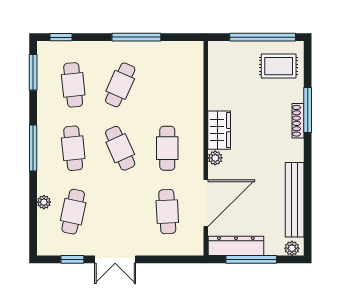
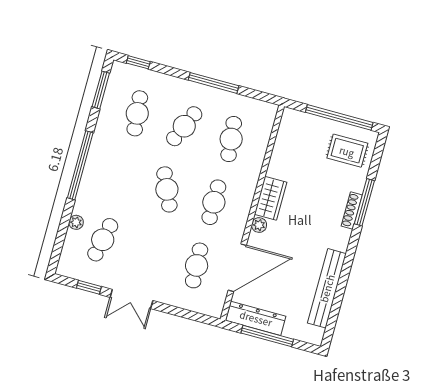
window: (33, 148) -> (80, 165), width x1.46
cafe table: (73, 148) -> (231, 139), moved
plant: (292, 248) -> (311, 336), removed

